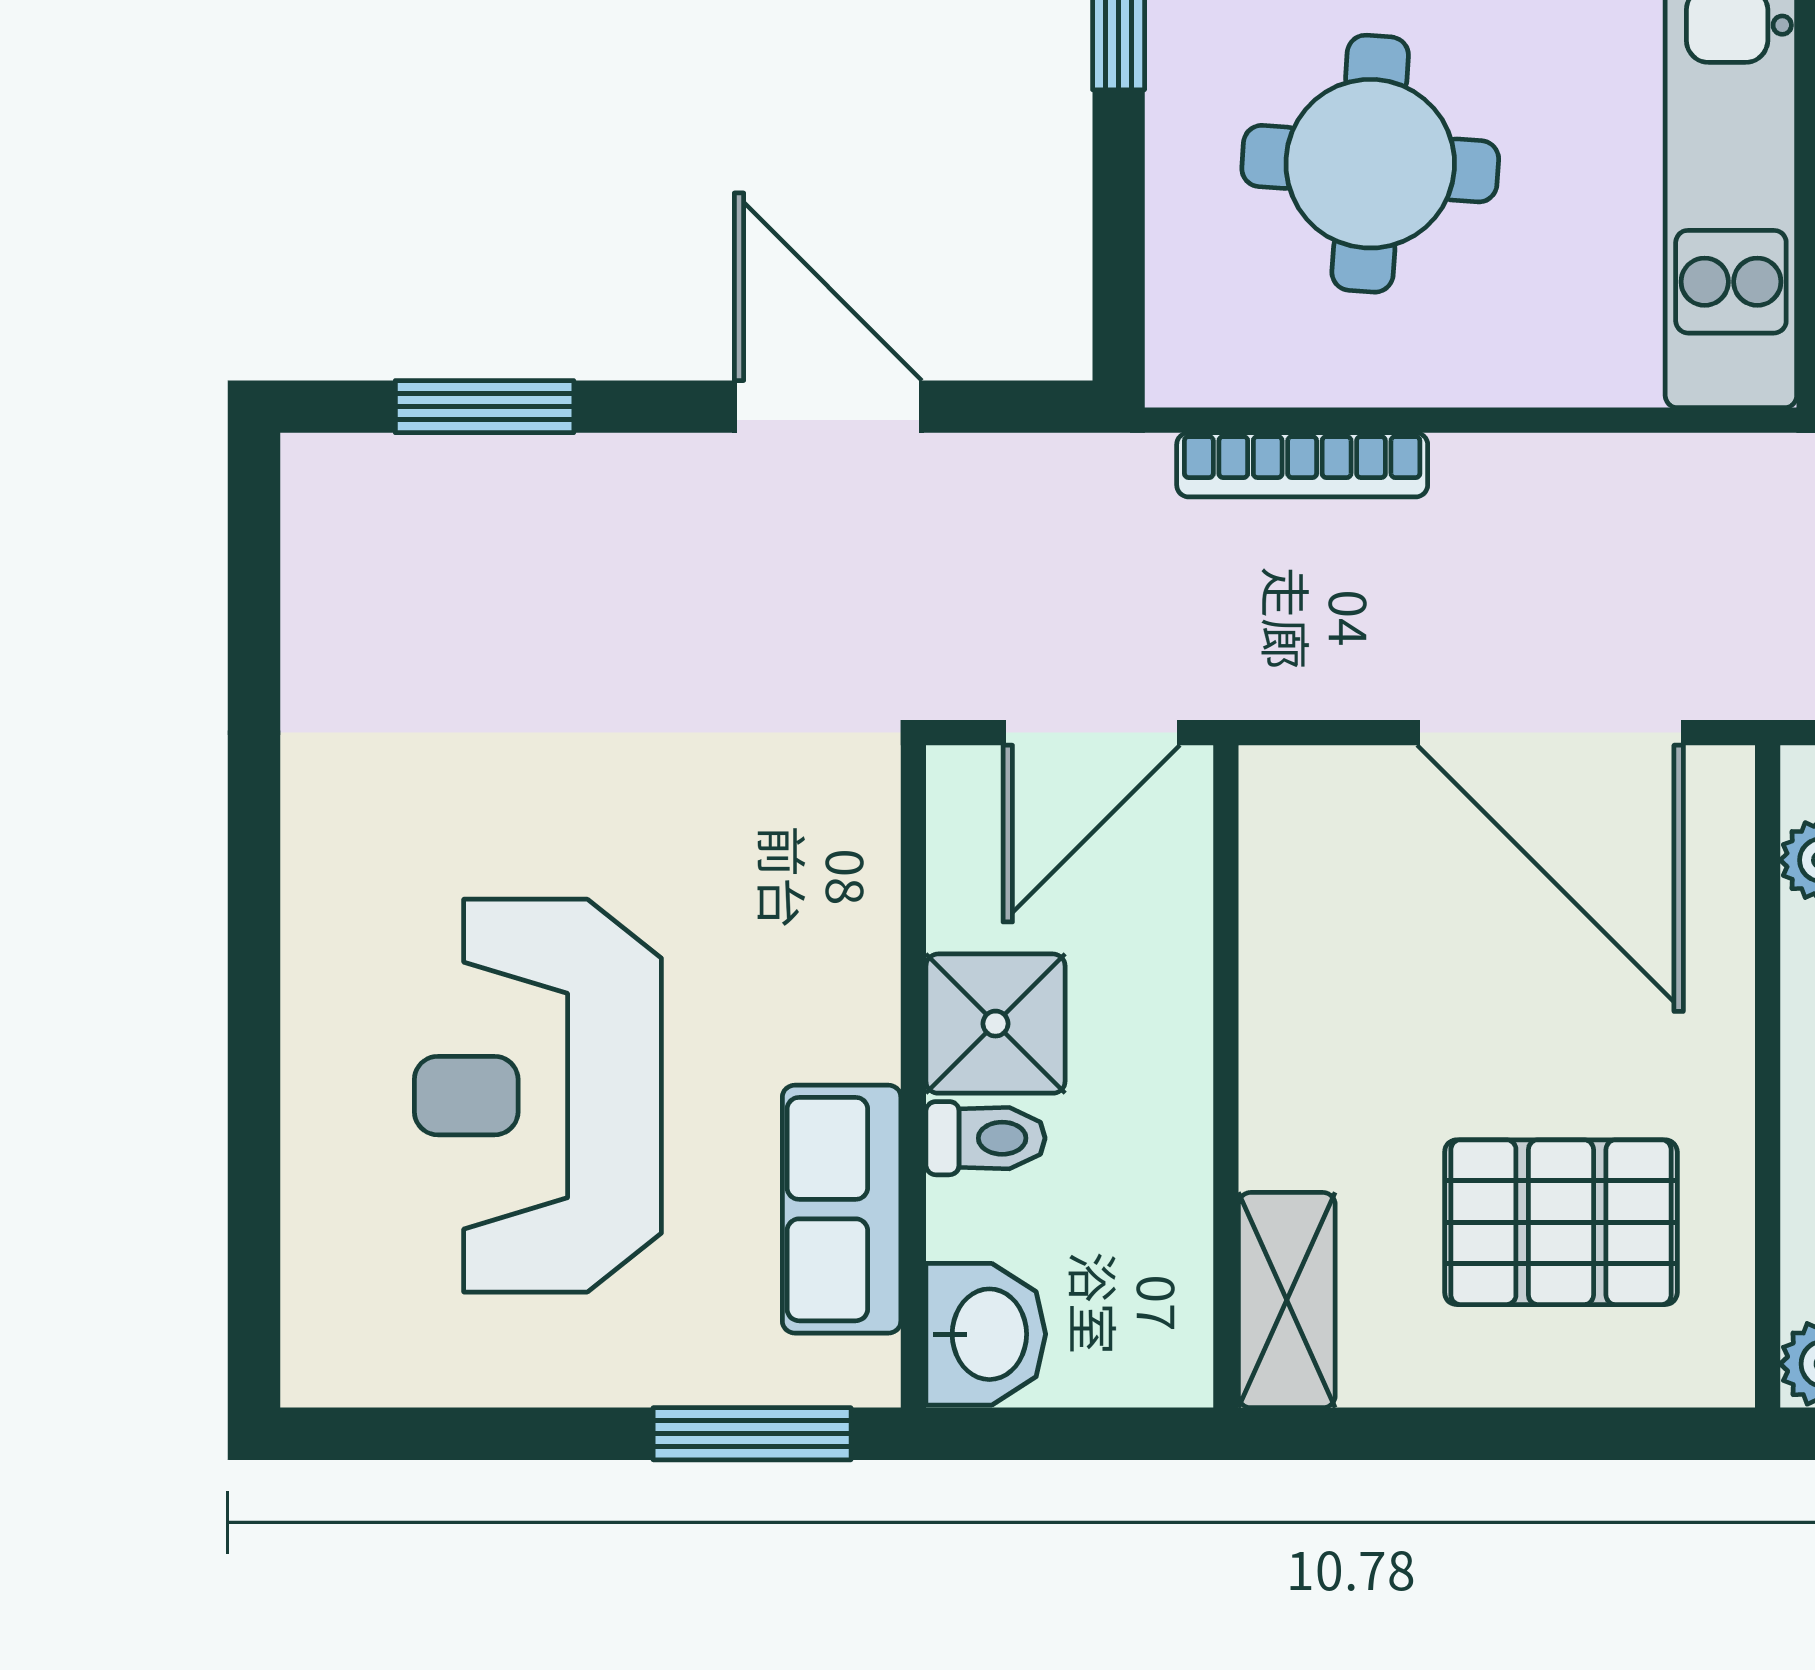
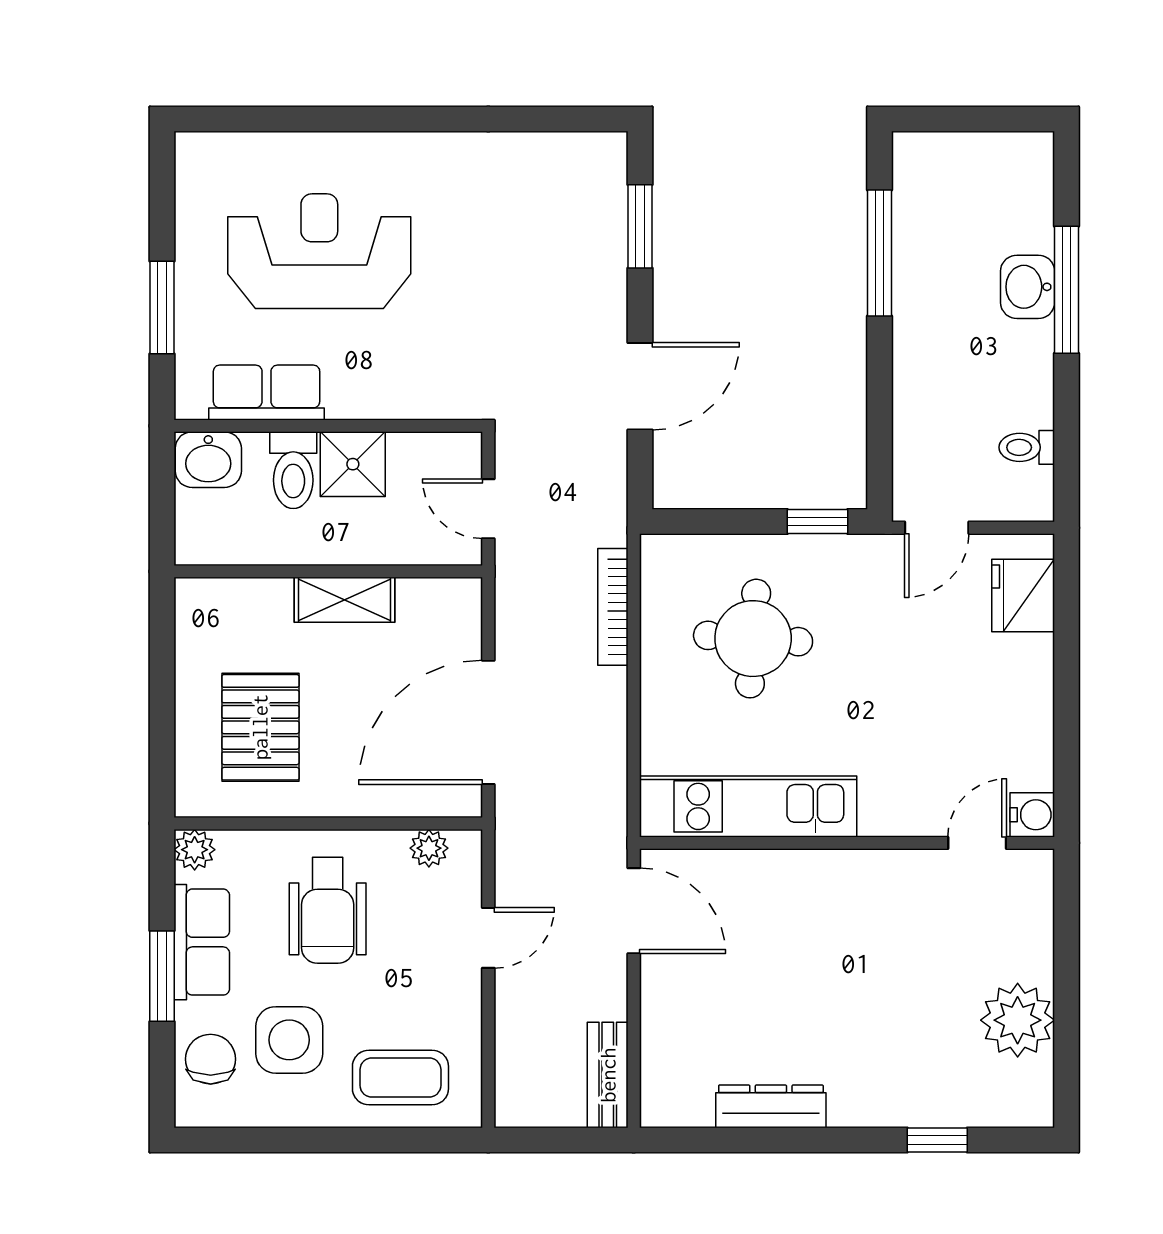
door: (1091, 733) -> (488, 509), width x0.73
toilet: (985, 1138) -> (293, 470), width x1.37, depth x1.39
shelving: (1287, 1300) -> (344, 600), moved
window: (752, 1434) -> (162, 307), moved

